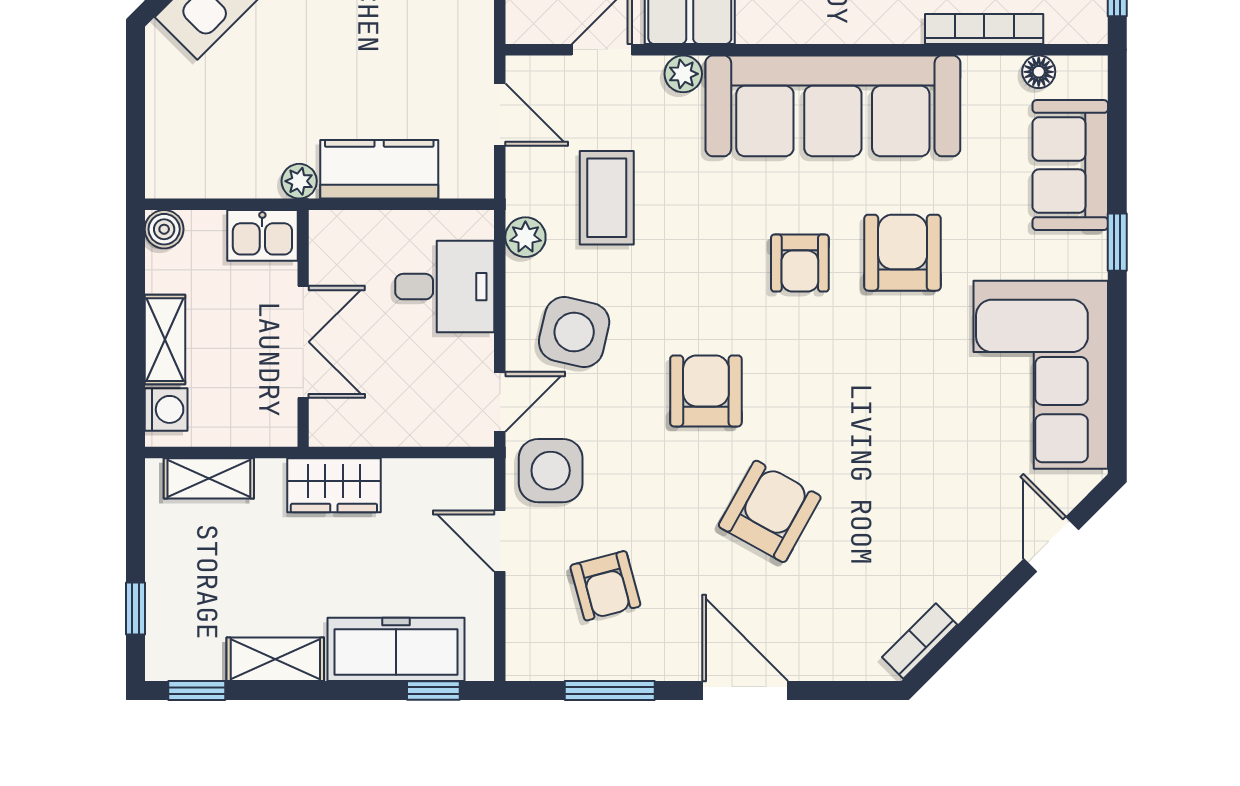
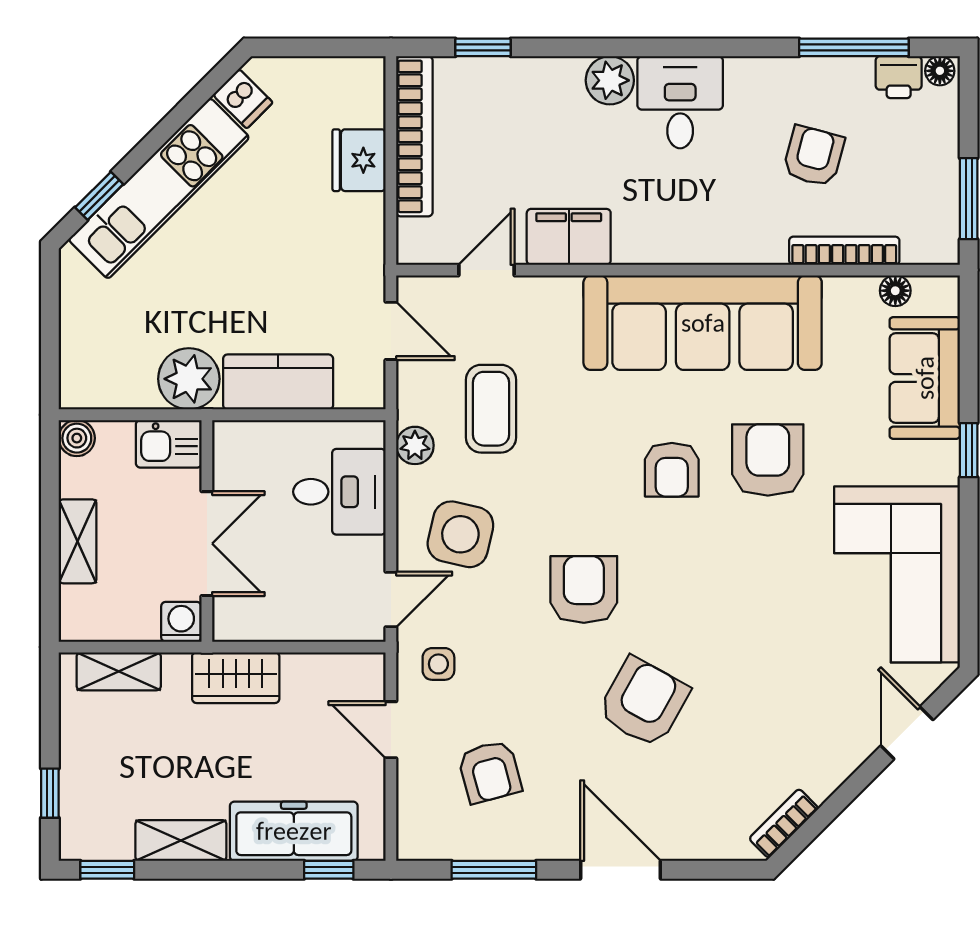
plant: (683, 74) -> (563, 293), removed
plant: (299, 181) -> (189, 379), width x1.88, depth x1.88
washing machine: (166, 409) -> (181, 622), moved, turned -90
side table: (551, 471) -> (438, 664), width x0.54, depth x0.54

